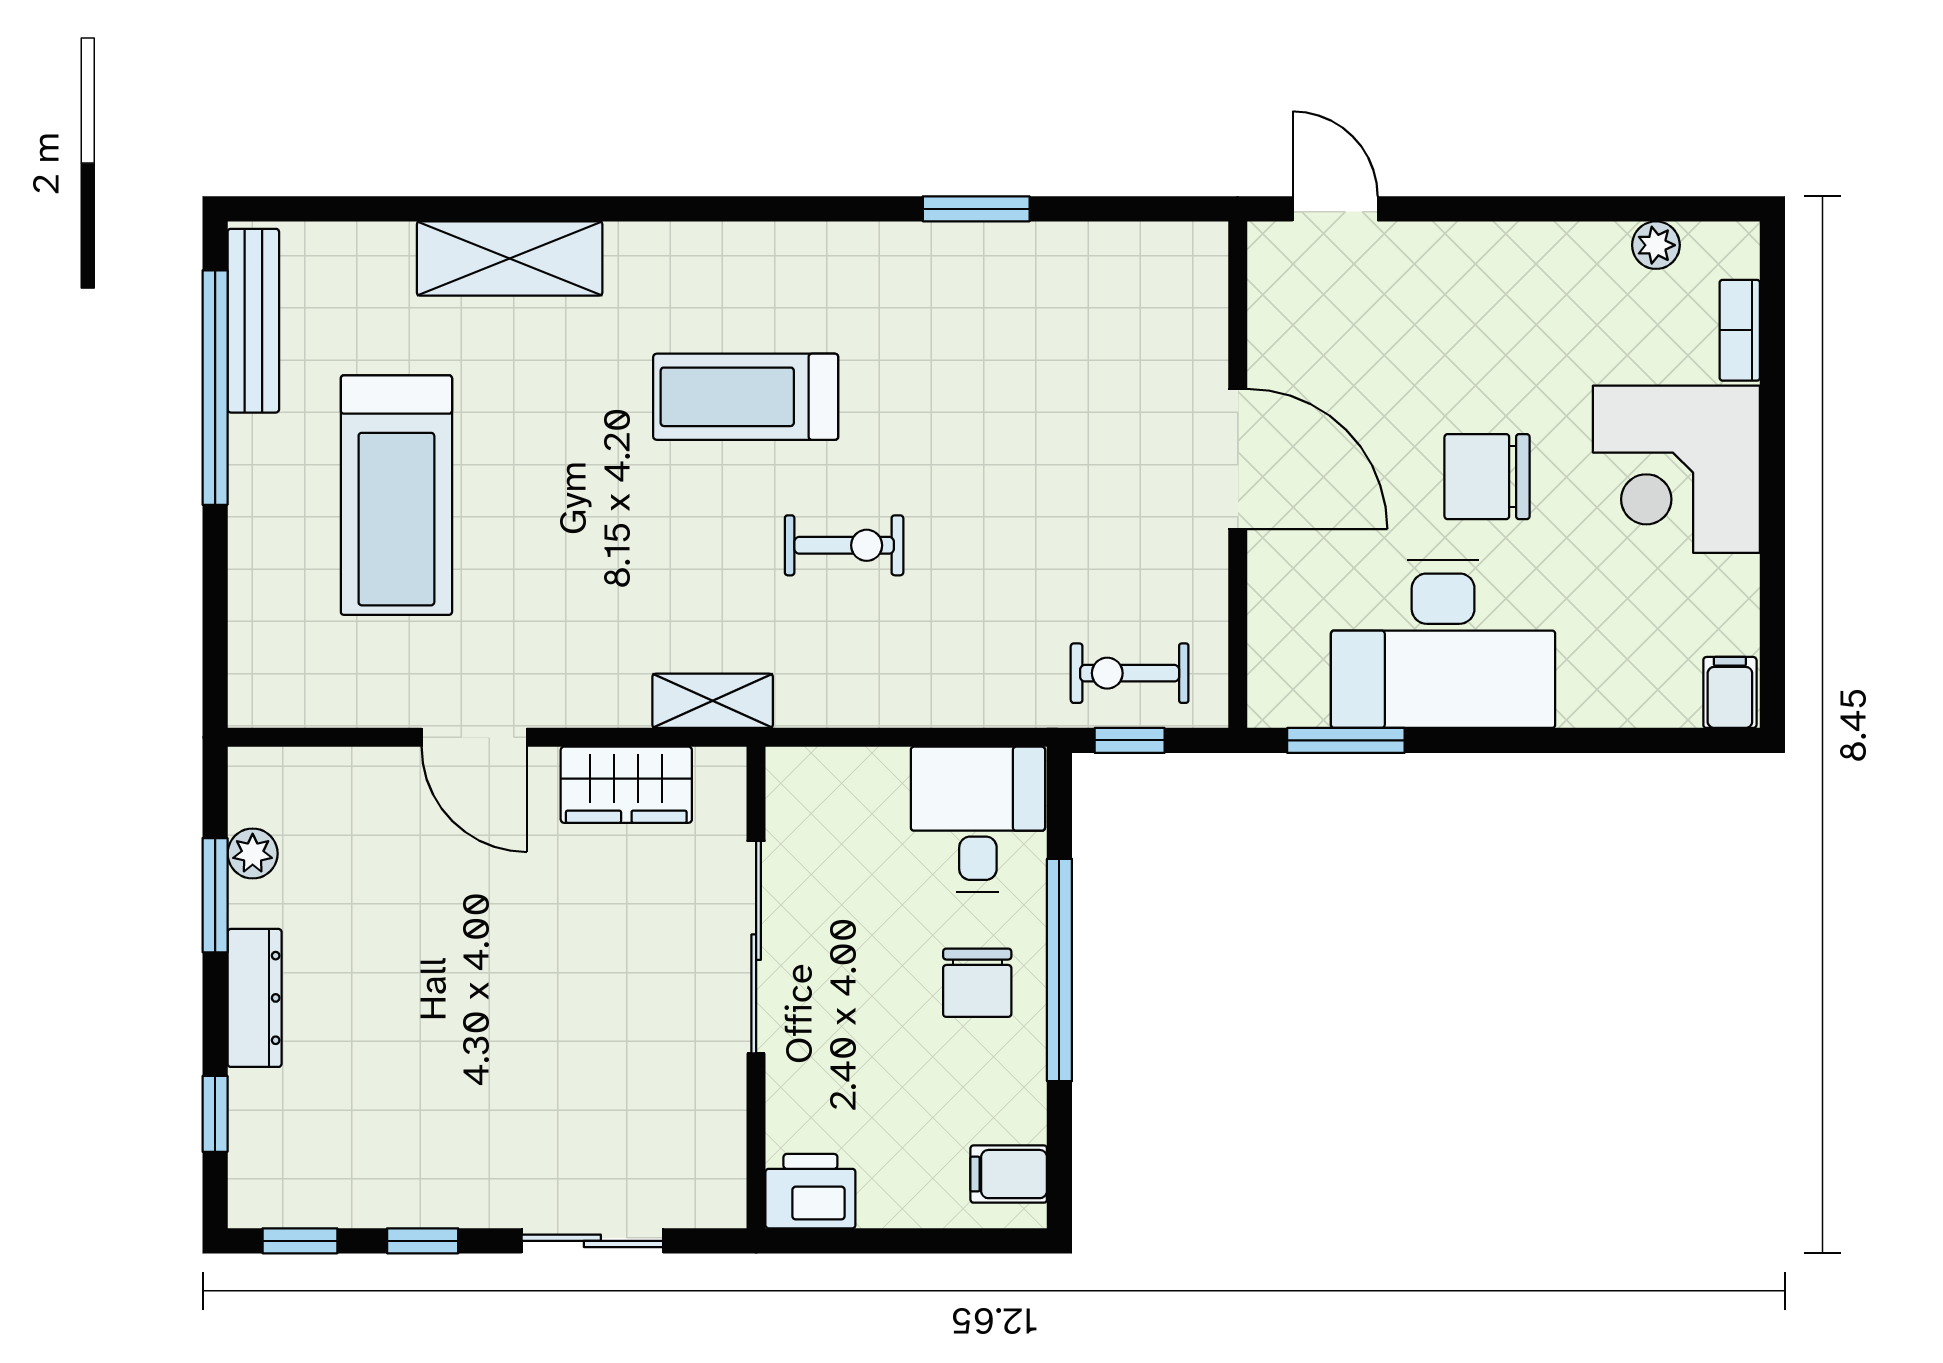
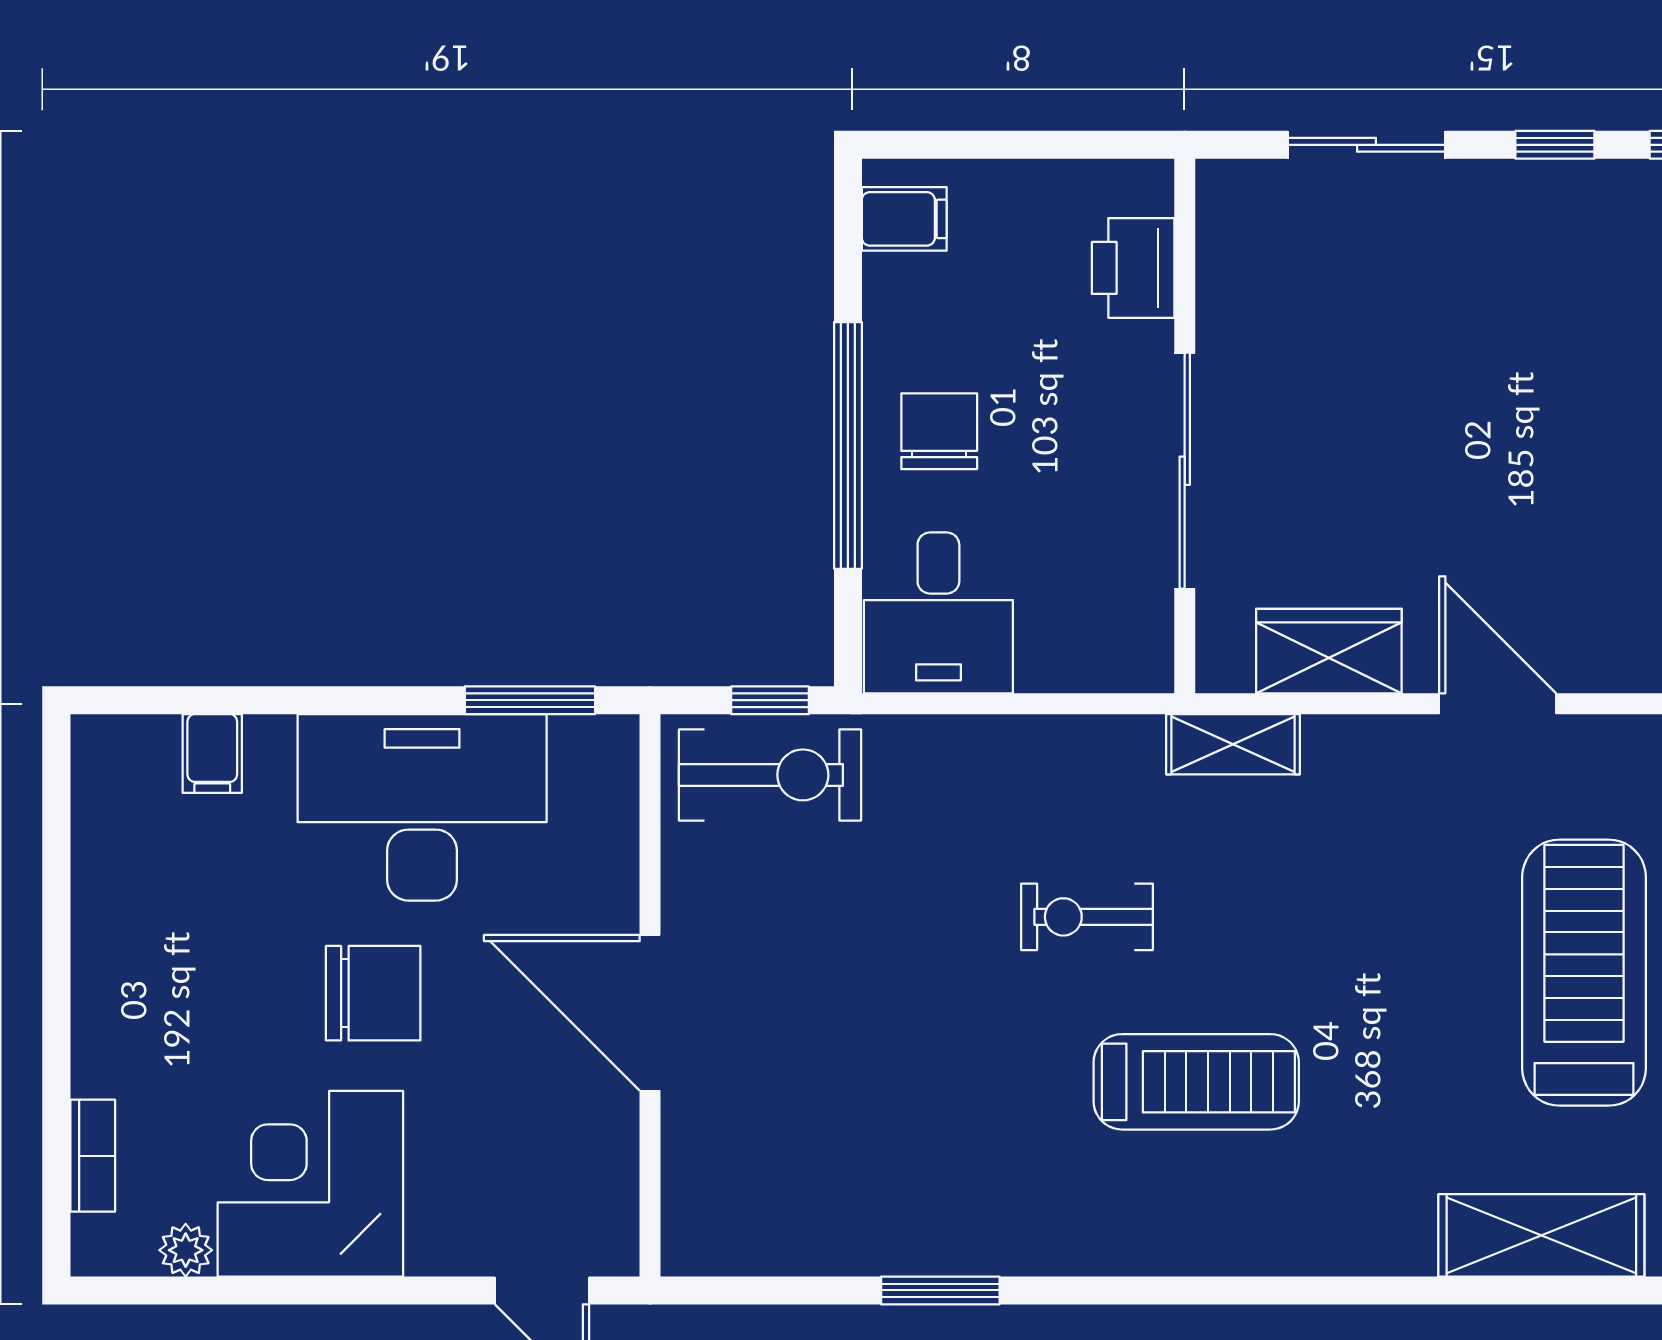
shelving: (510, 258) -> (1541, 1235), moved
corner desk: (1676, 469) -> (310, 1184), moved, turned -90
exercise bike: (1130, 673) -> (770, 775), width x1.38, depth x1.39
filing cabinet: (1730, 692) -> (212, 754), moved
printer: (810, 1191) -> (1133, 268), moved, turned 90

